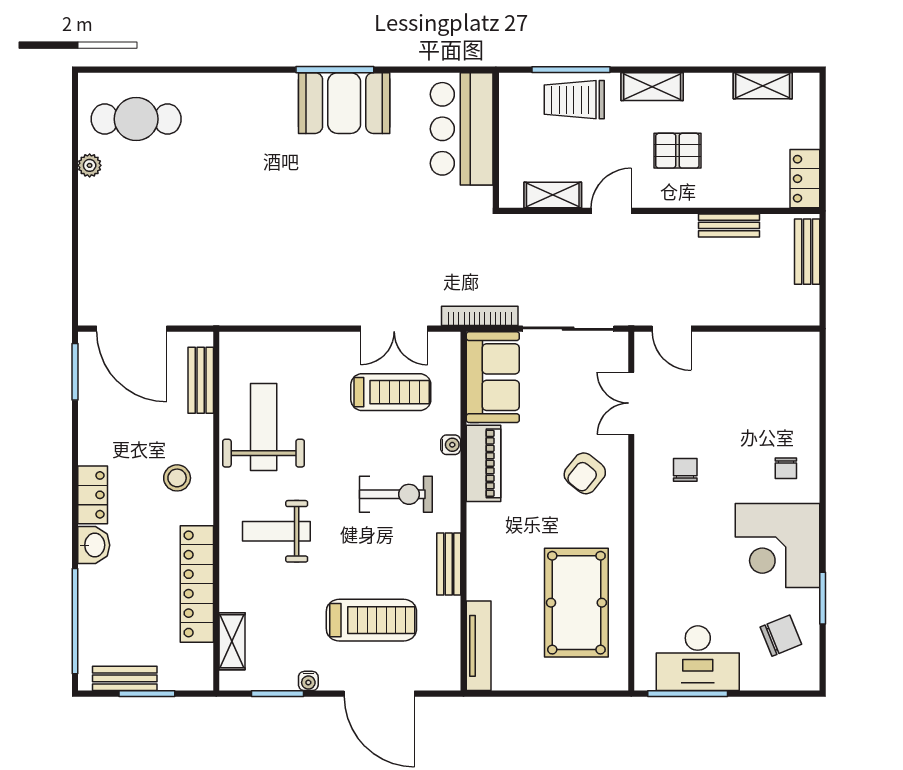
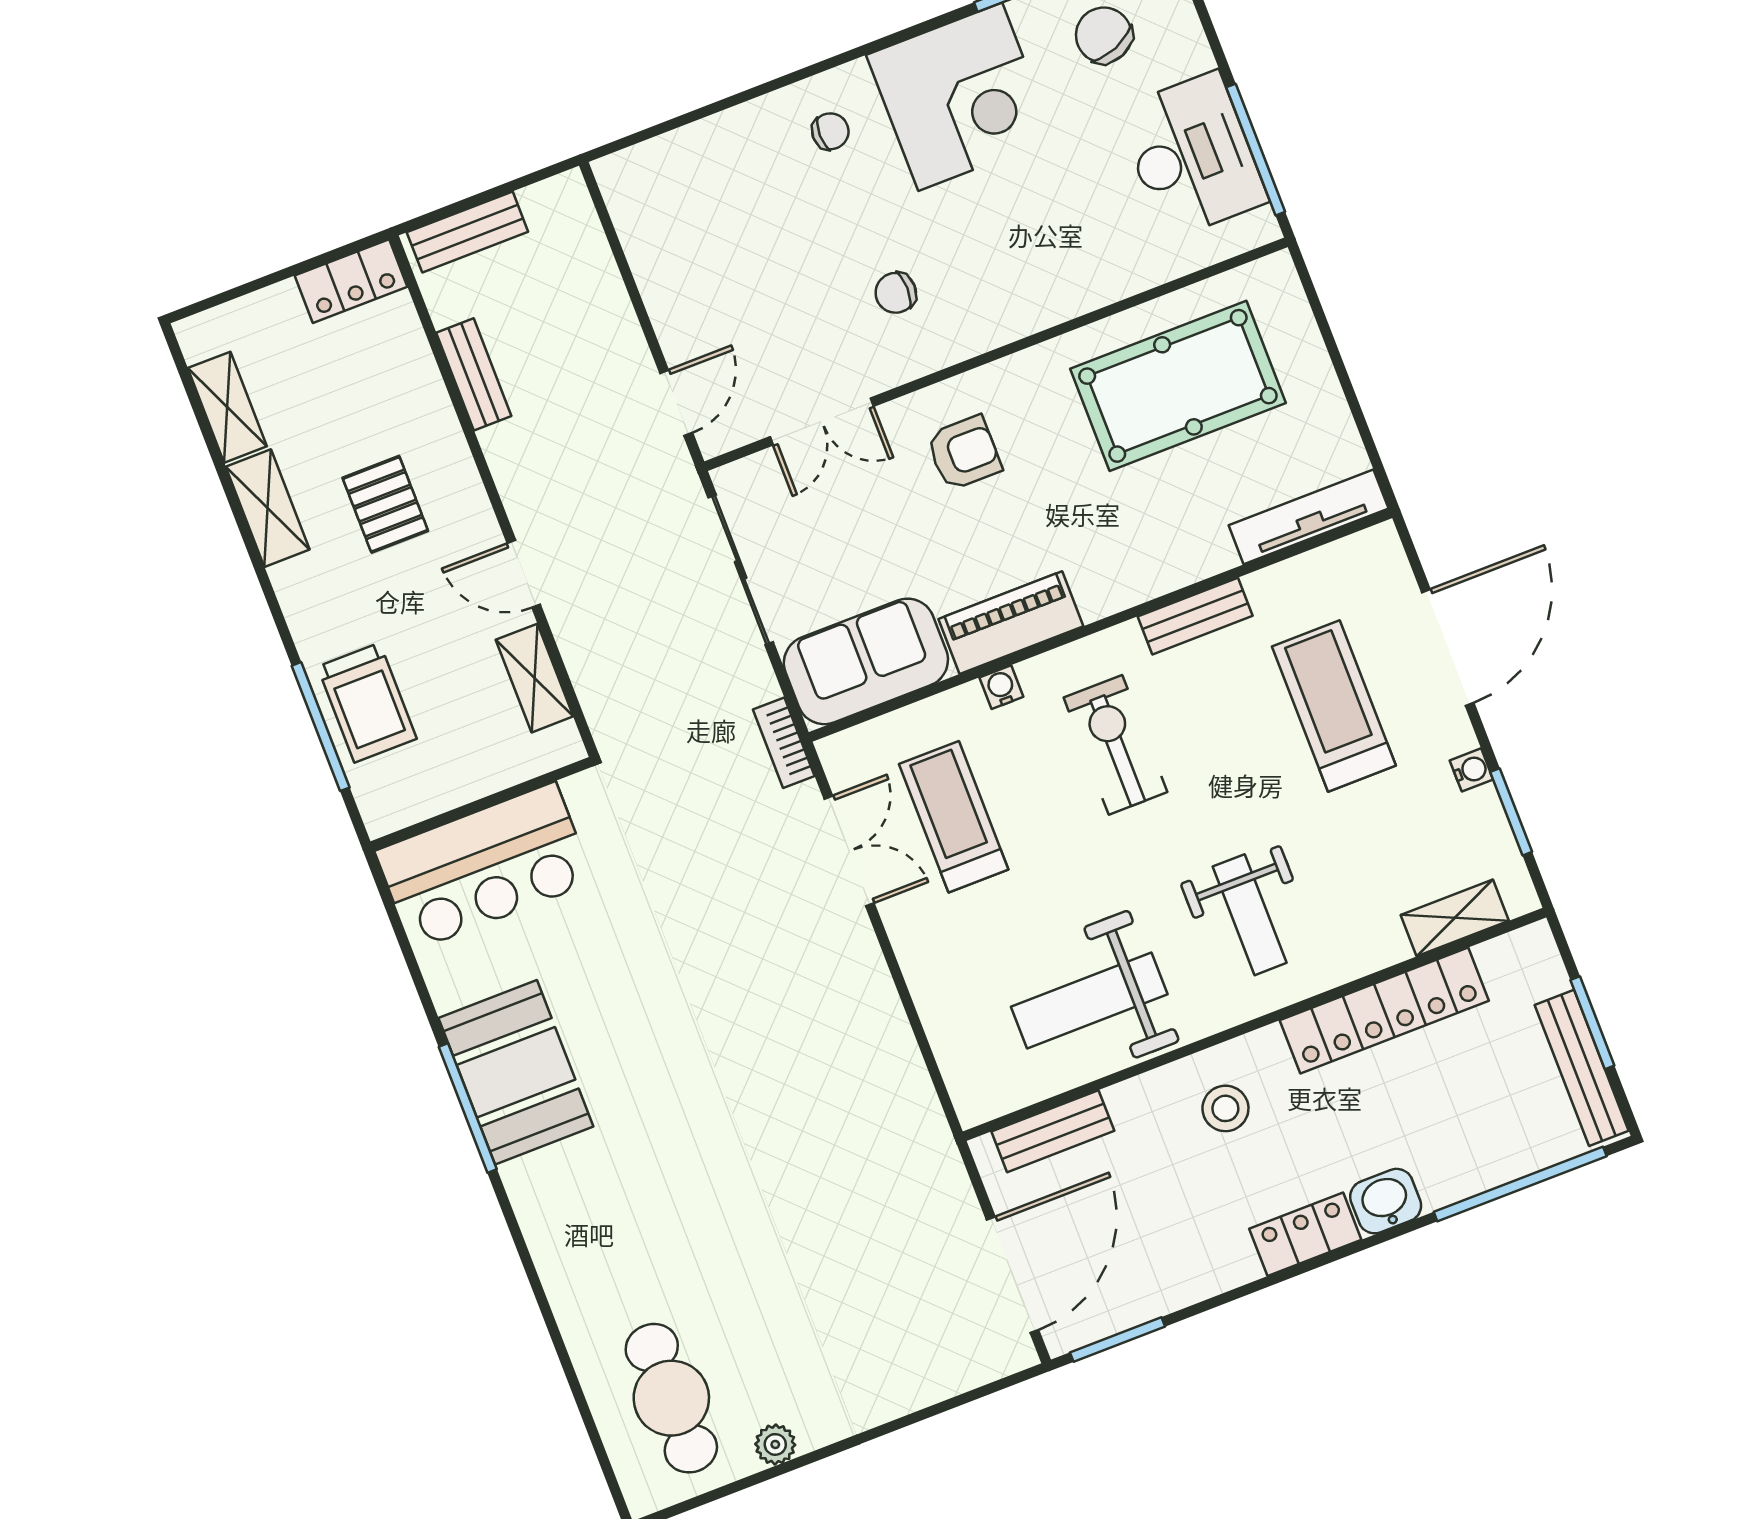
shelving: (652, 87) -> (268, 508), moved
bookcase: (480, 316) -> (784, 743), width x0.64
armchair: (585, 473) -> (964, 453), turned -39
bench: (125, 678) -> (1582, 1068), width x1.36

